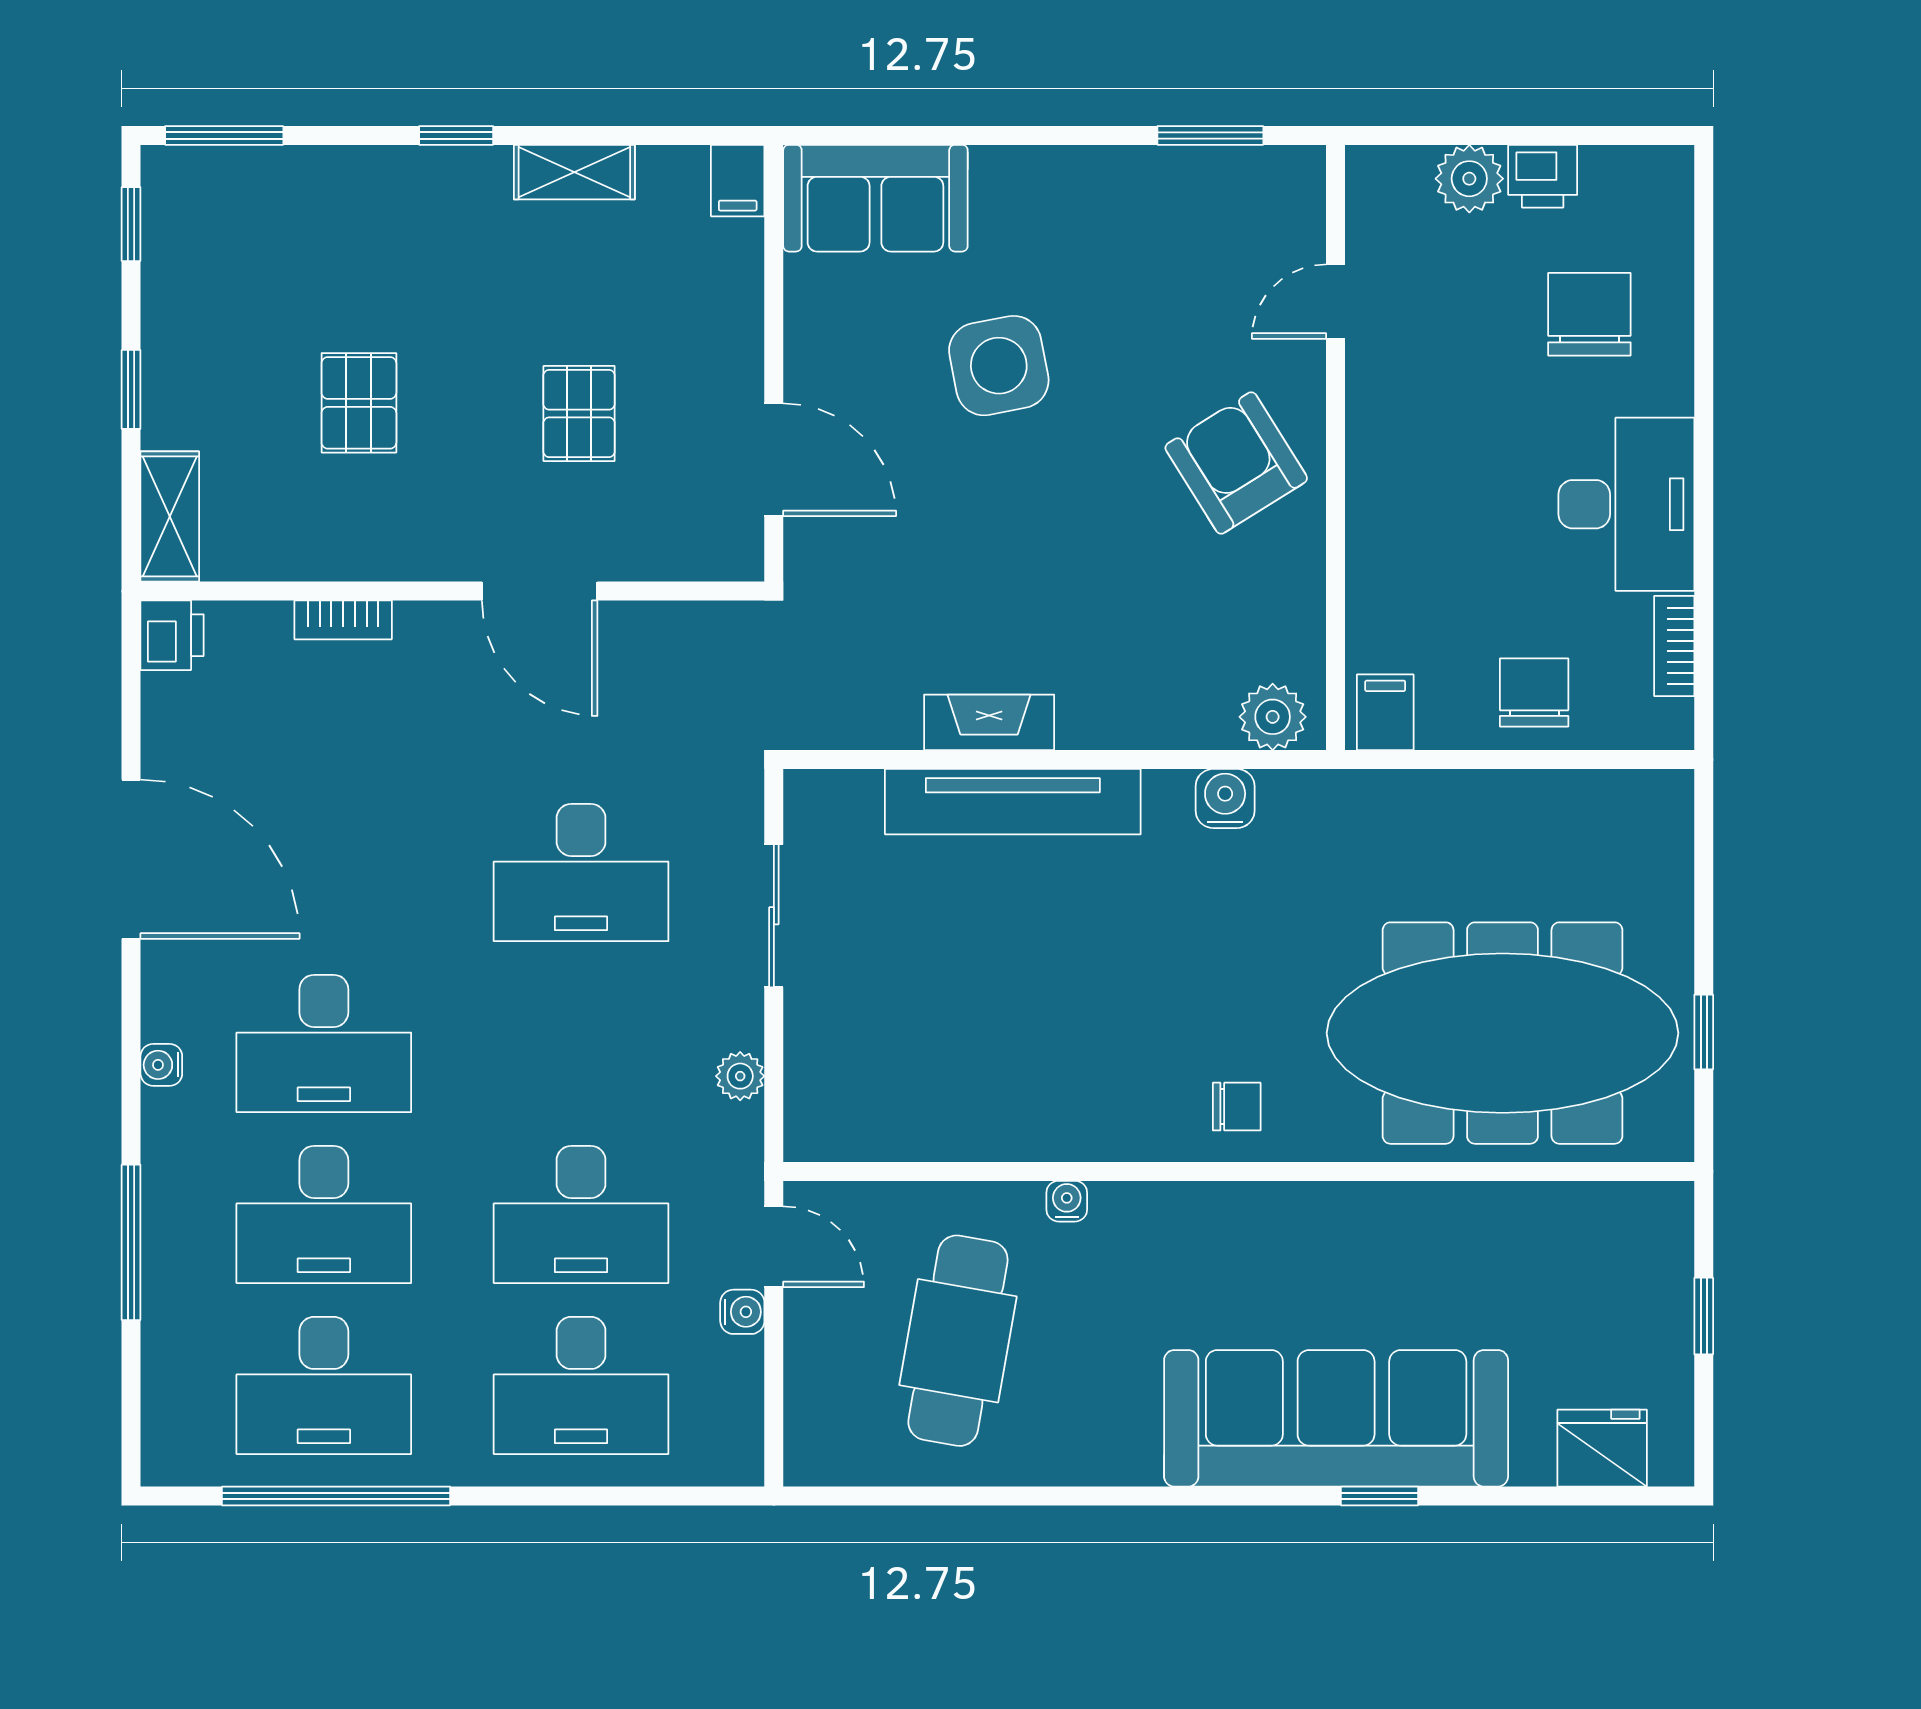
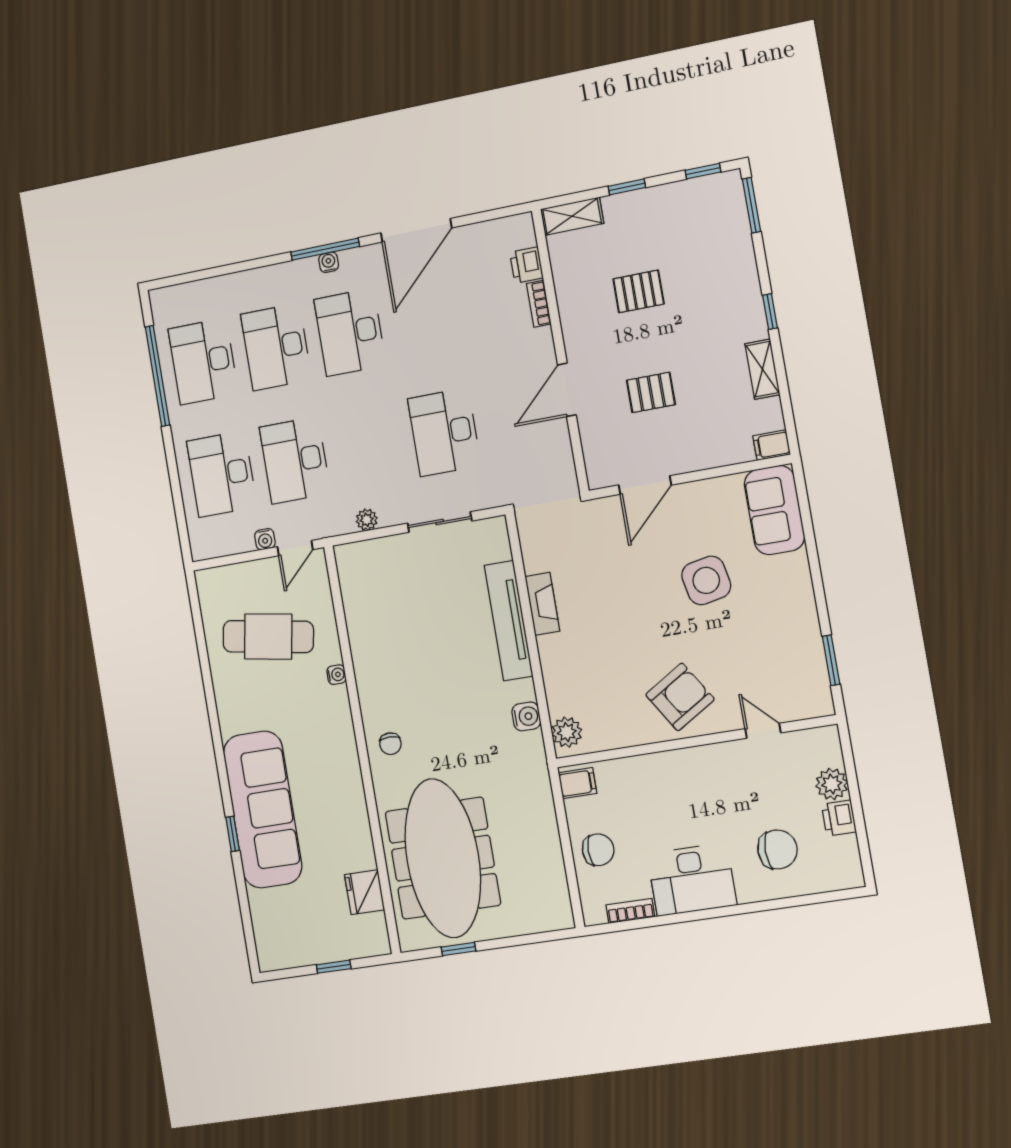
printer: (172, 635) -> (527, 265), moved, turned 90
window: (131, 1242) -> (325, 249), moved
fridge: (1602, 1448) -> (365, 892), moved, turned 180

